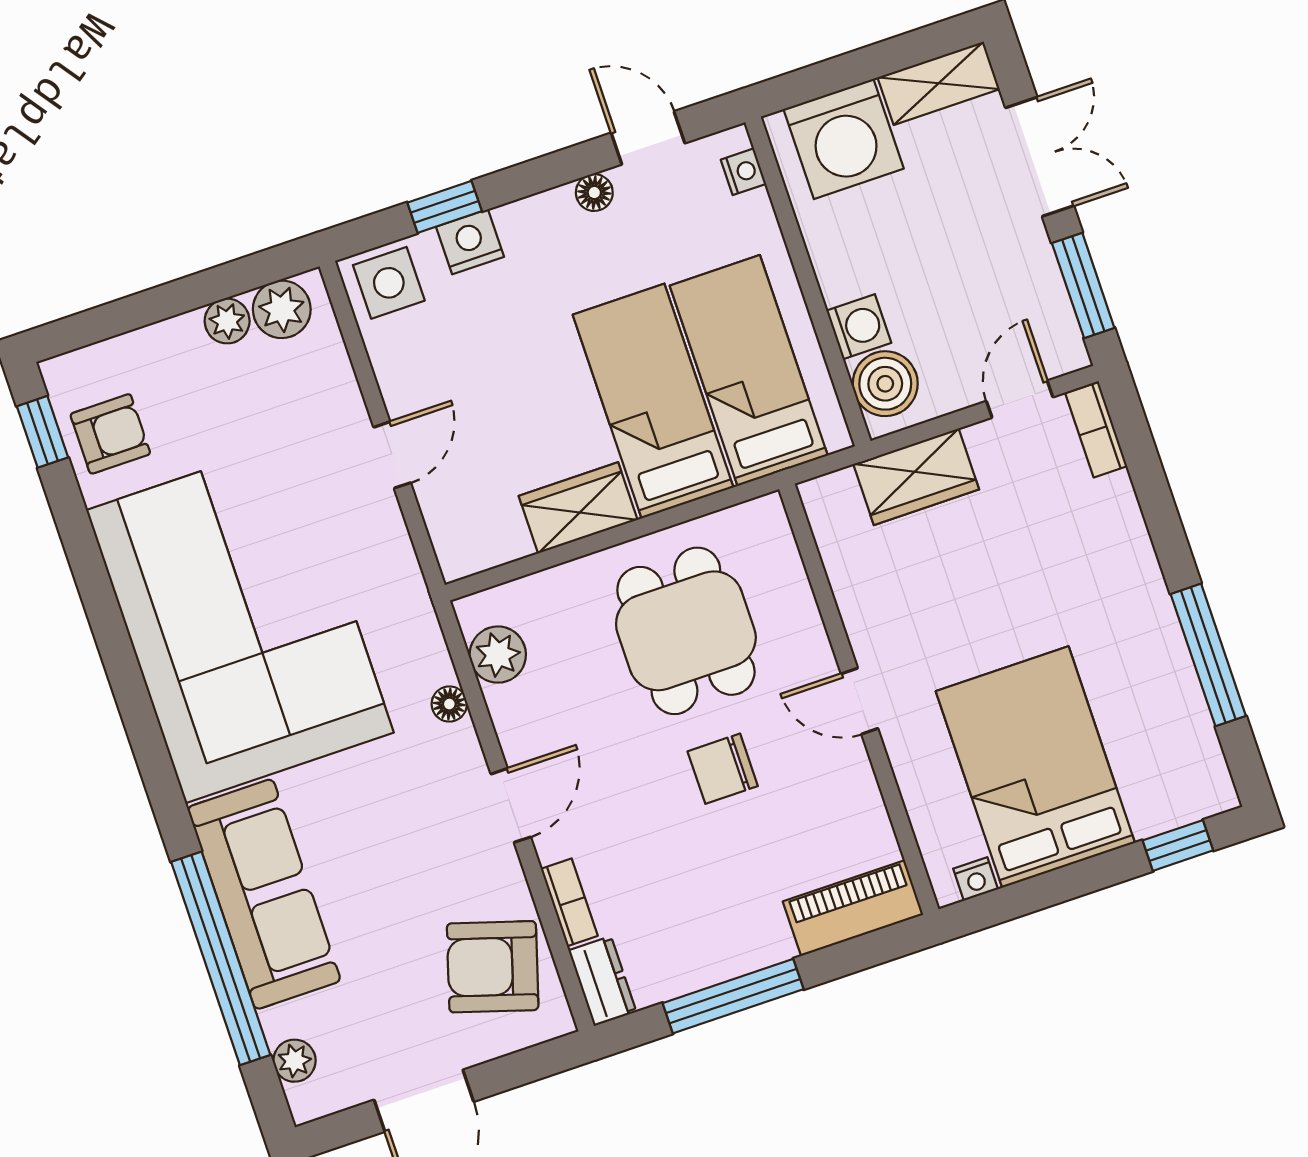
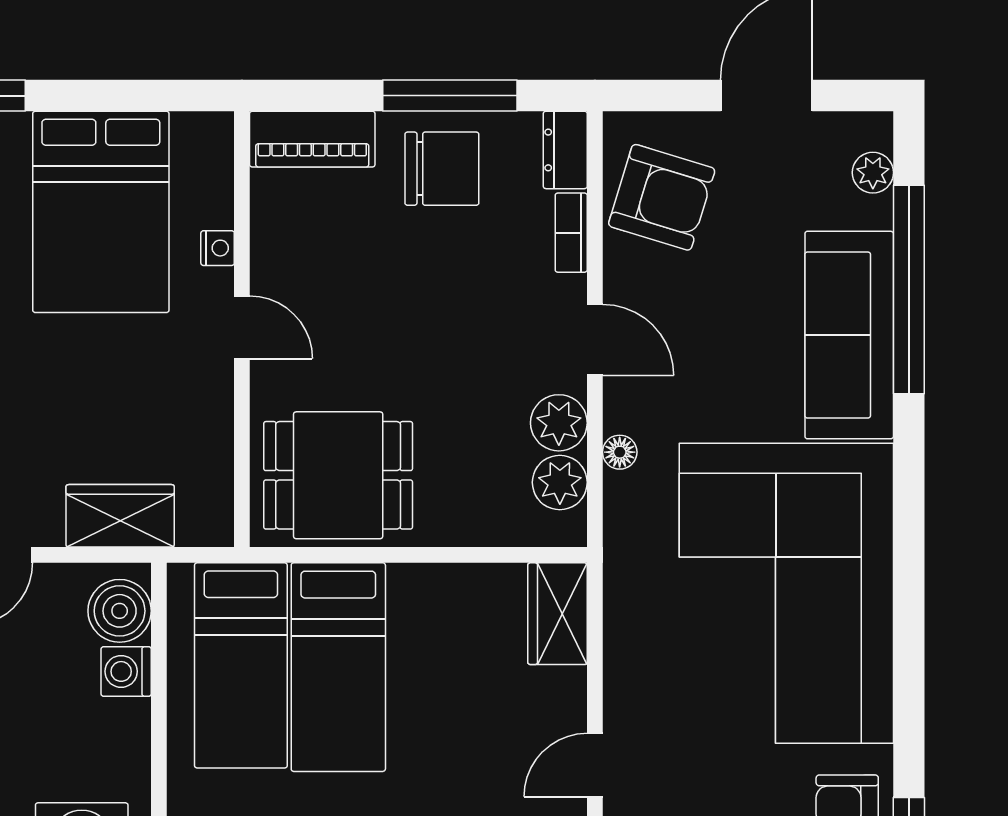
door: (392, 455) -> (595, 765), moved
wardrobe: (578, 508) -> (558, 614), moved, turned 90
dining table: (686, 631) -> (338, 475), moved, turned 90
plant: (518, 713) -> (559, 423), added
chair: (723, 769) -> (442, 169), moved, width x1.37, depth x1.37
door: (511, 805) -> (595, 340), swing flipped
nightstand: (976, 879) -> (218, 248), moved, turned 90

